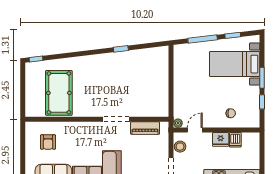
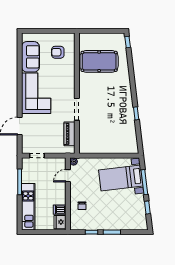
bed with nightstands: (235, 64) -> (121, 178), moved, turned -97
door: (195, 130) -> (68, 176), swing flipped
fridge: (221, 139) -> (60, 222), moved
stool: (180, 147) -> (54, 163), removed

